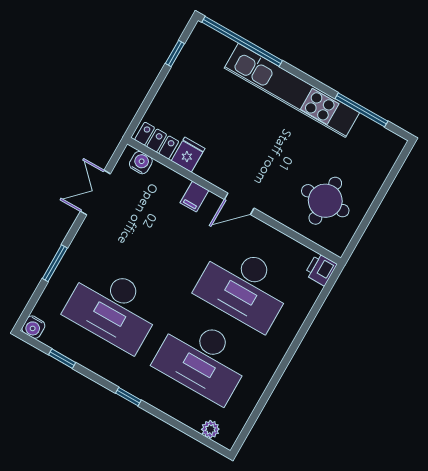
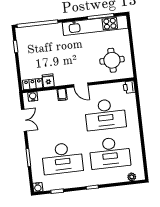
kitchen unit: (292, 90) -> (95, 25), moved
double door: (95, 193) -> (24, 120), swing flipped
door: (239, 204) -> (81, 85), hinge flipped

